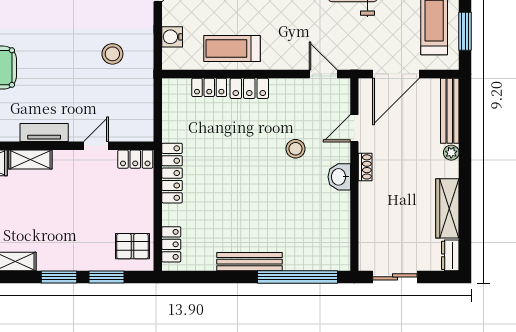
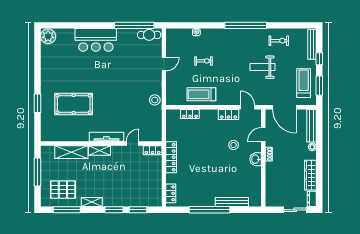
water cooler: (172, 37) -> (171, 88), removed
stool: (112, 54) -> (155, 100), moved
door: (396, 74) -> (284, 107), hinge flipped
locker: (249, 88) -> (229, 114), moved
tv unit: (44, 133) -> (106, 137), width x1.41
pallet: (132, 246) -> (151, 194), removed
bench: (249, 262) -> (232, 202), moved
window: (297, 277) -> (209, 210), moved
sliding door: (395, 277) -> (295, 210), moved

